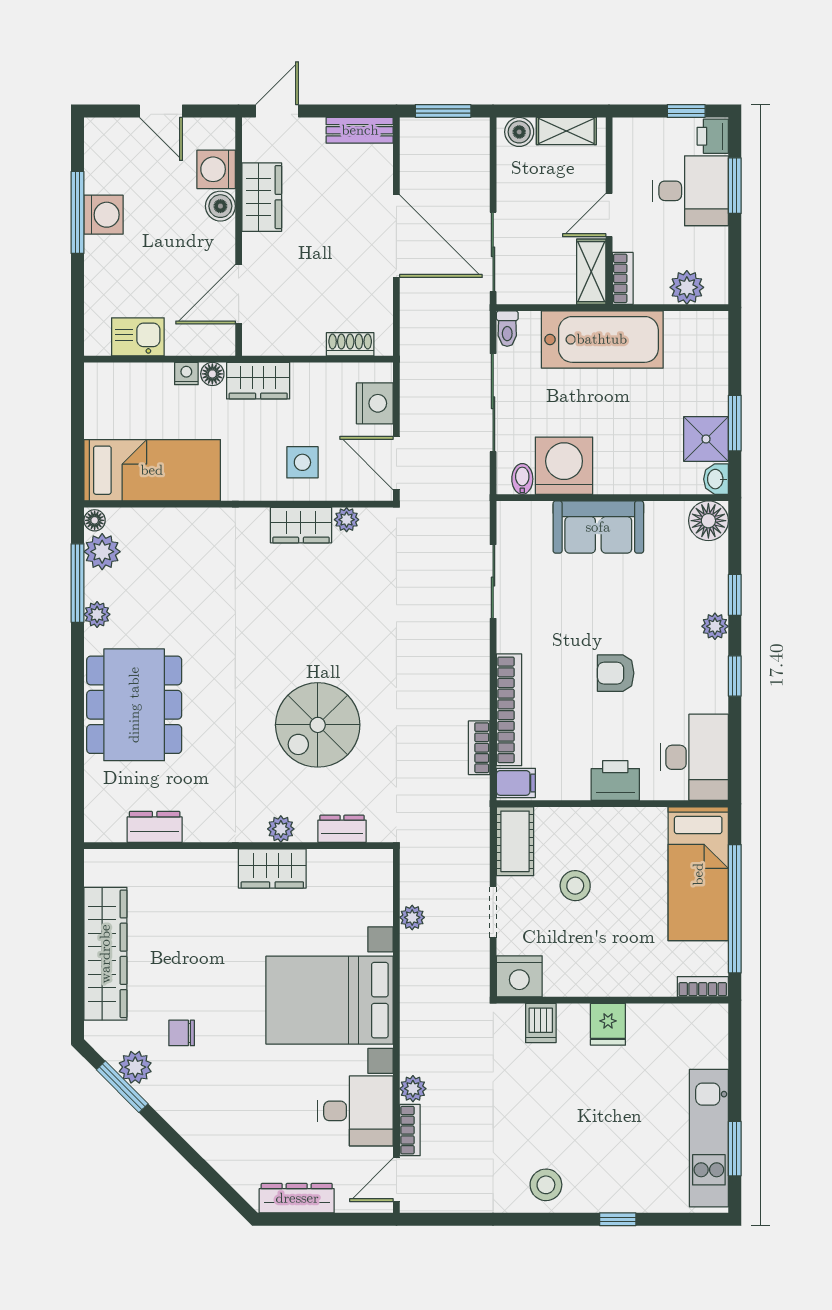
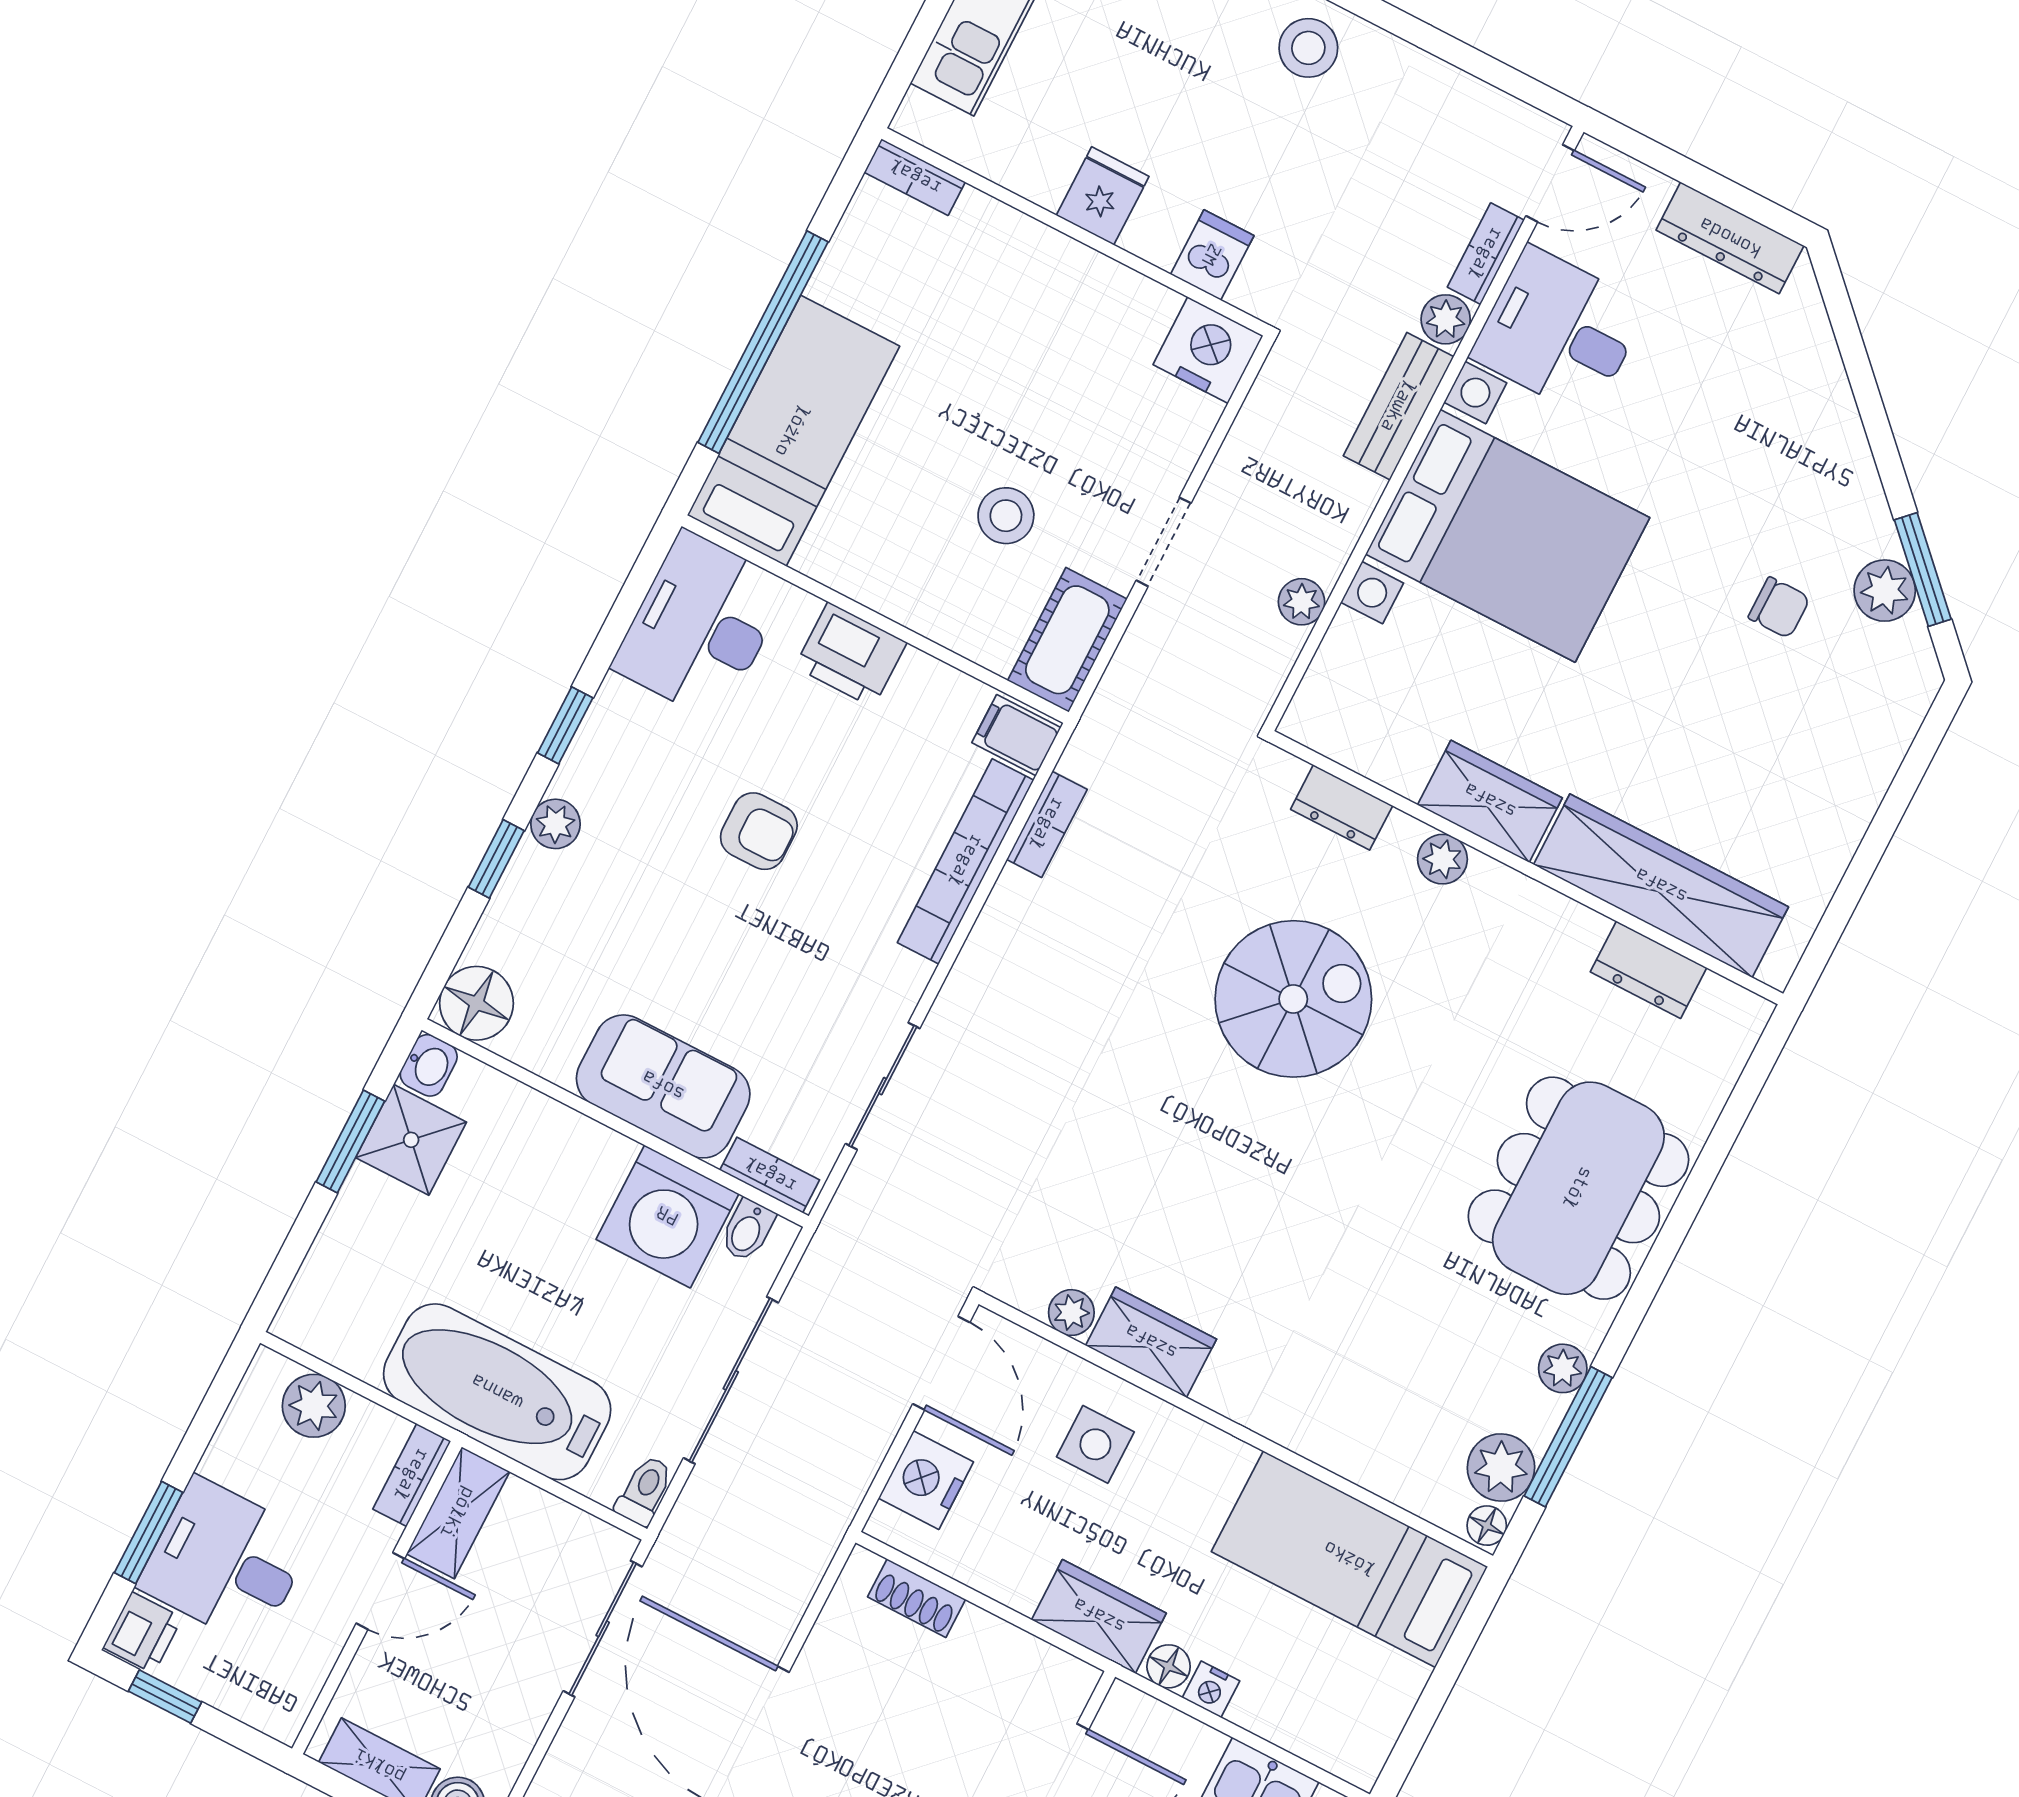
bookcase: (525, 511) -> (770, 1175), added
wardrobe: (105, 954) -> (1661, 886), moved, turned 90
nightstand: (519, 976) -> (1208, 350), moved
bookcase: (703, 987) -> (915, 177), moved
wall: (612, 1000) -> (1075, 232), moved
dishwasher: (541, 1023) -> (1212, 255), moved
fridge: (608, 1024) -> (1103, 196), moved
bench: (414, 1035) -> (1399, 406), added

